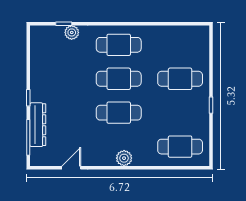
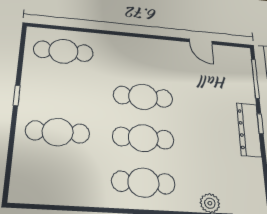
dresser: (38, 125) -> (249, 129), moved
plant: (124, 158) -> (136, 45), removed
door: (71, 168) -> (201, 42), hinge flipped

